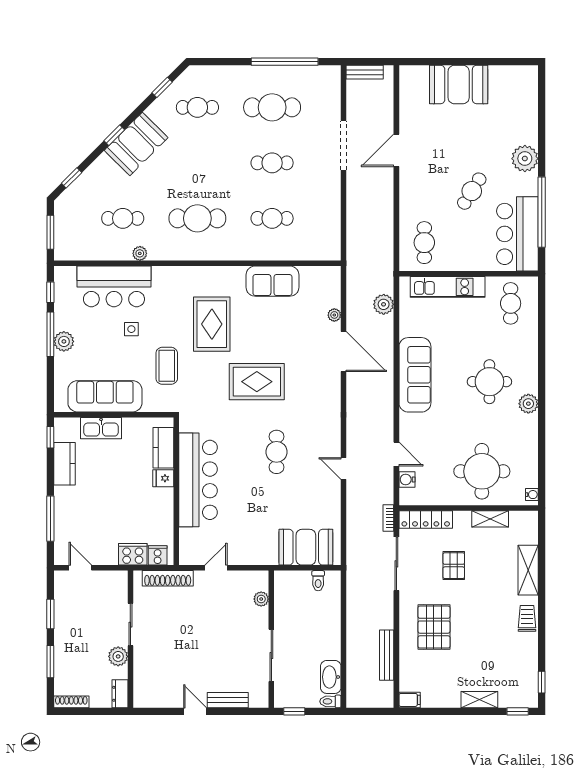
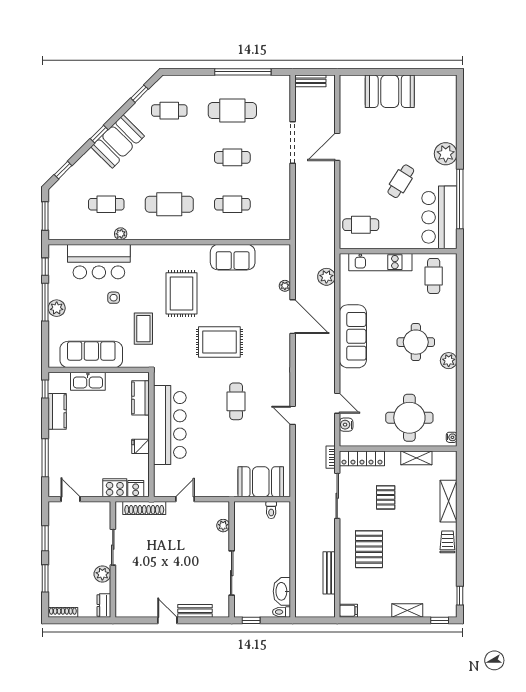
cafe table: (424, 243) -> (361, 225), turned 90
fridge: (163, 478) -> (141, 446), moved

